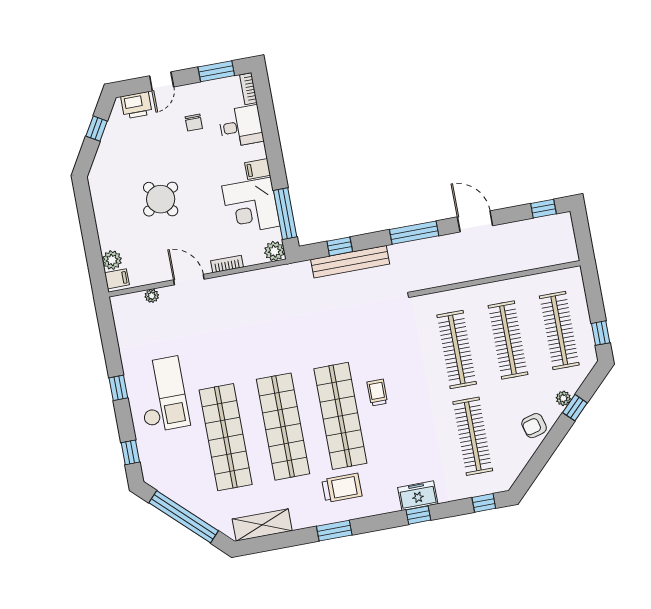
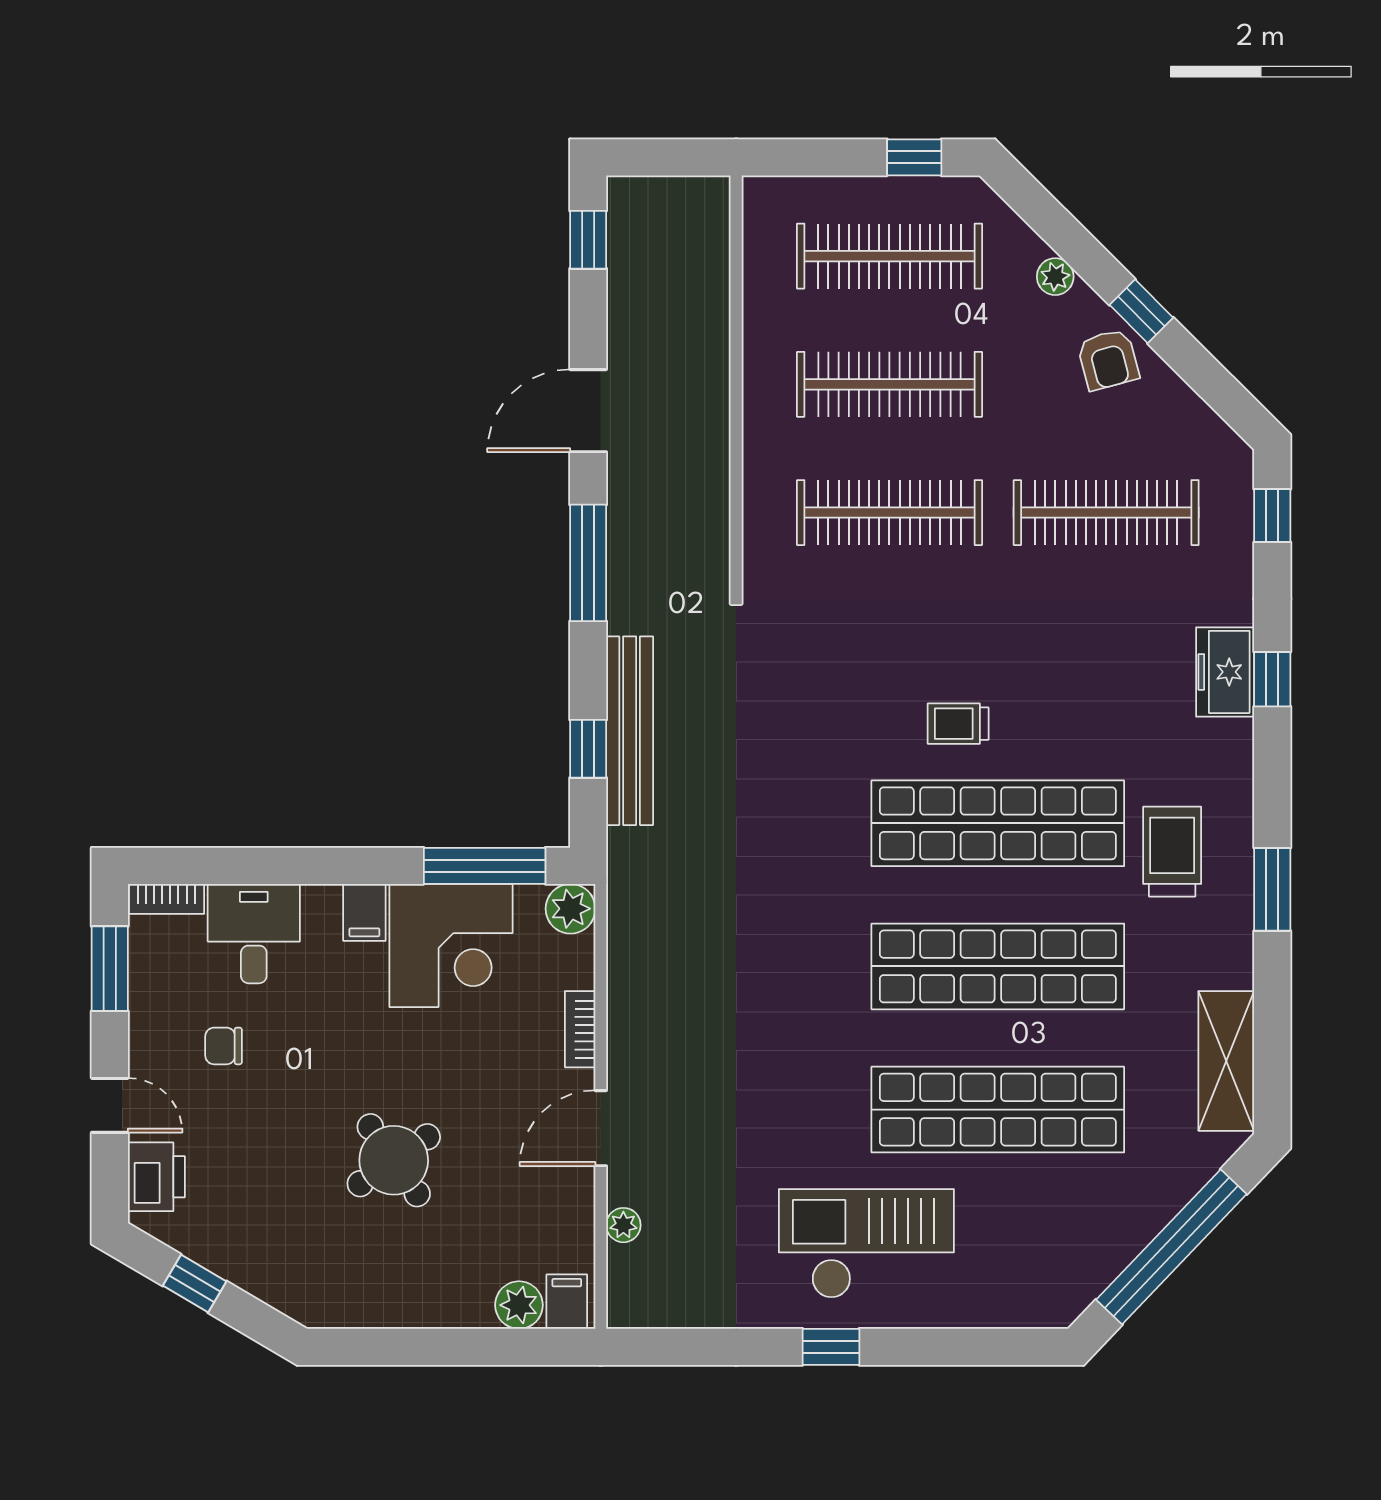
chair: (194, 123) -> (224, 1046), turned 180
window: (575, 408) -> (1141, 311), moved
window: (130, 452) -> (992, 1347), removed

